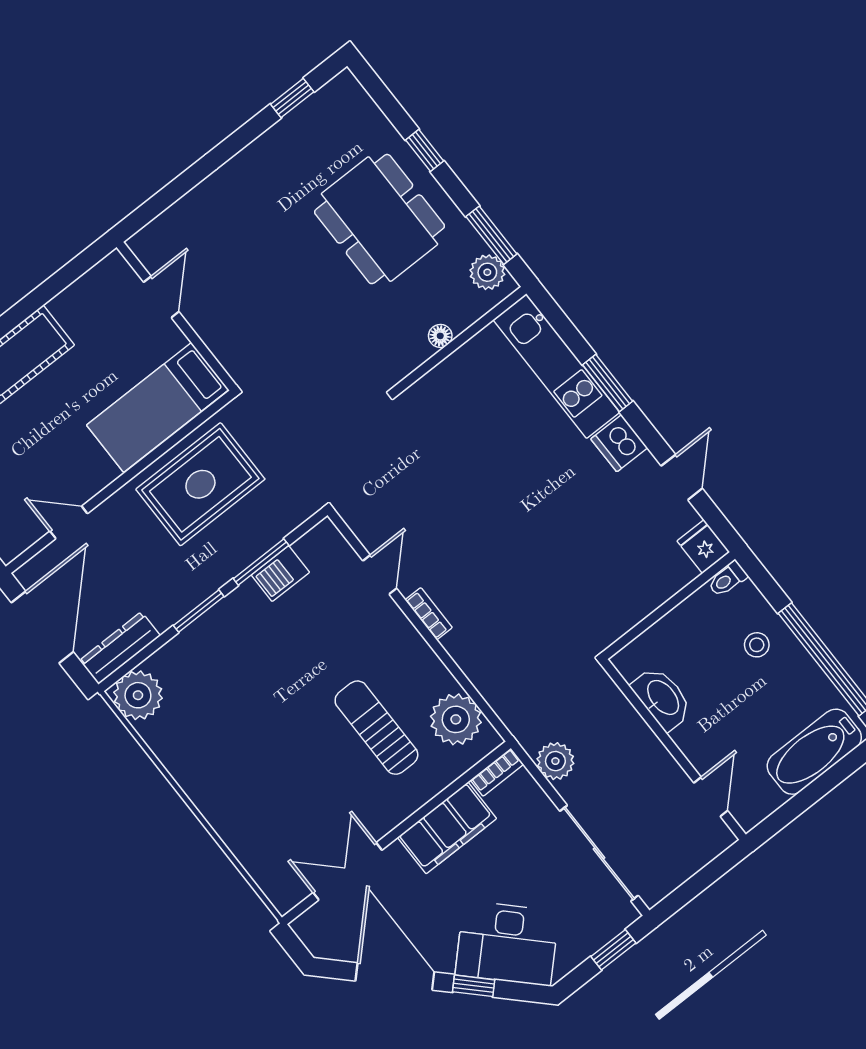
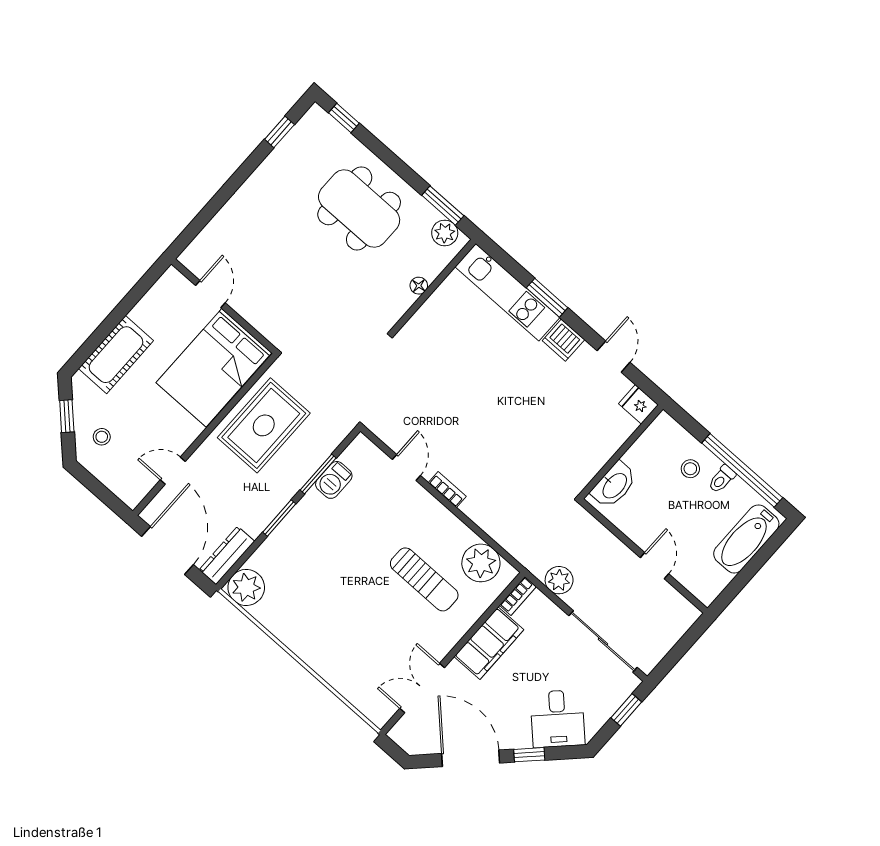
window: (425, 150) -> (344, 118), moved
bed: (158, 407) -> (214, 368), width x1.50
toilet: (727, 579) -> (722, 479), moved
washbasin: (662, 698) -> (614, 485), moved, turned 90
sun lounger: (376, 728) -> (424, 579), turned 180
door: (711, 797) -> (654, 566), moved
desk: (507, 943) -> (558, 719), width x0.73

